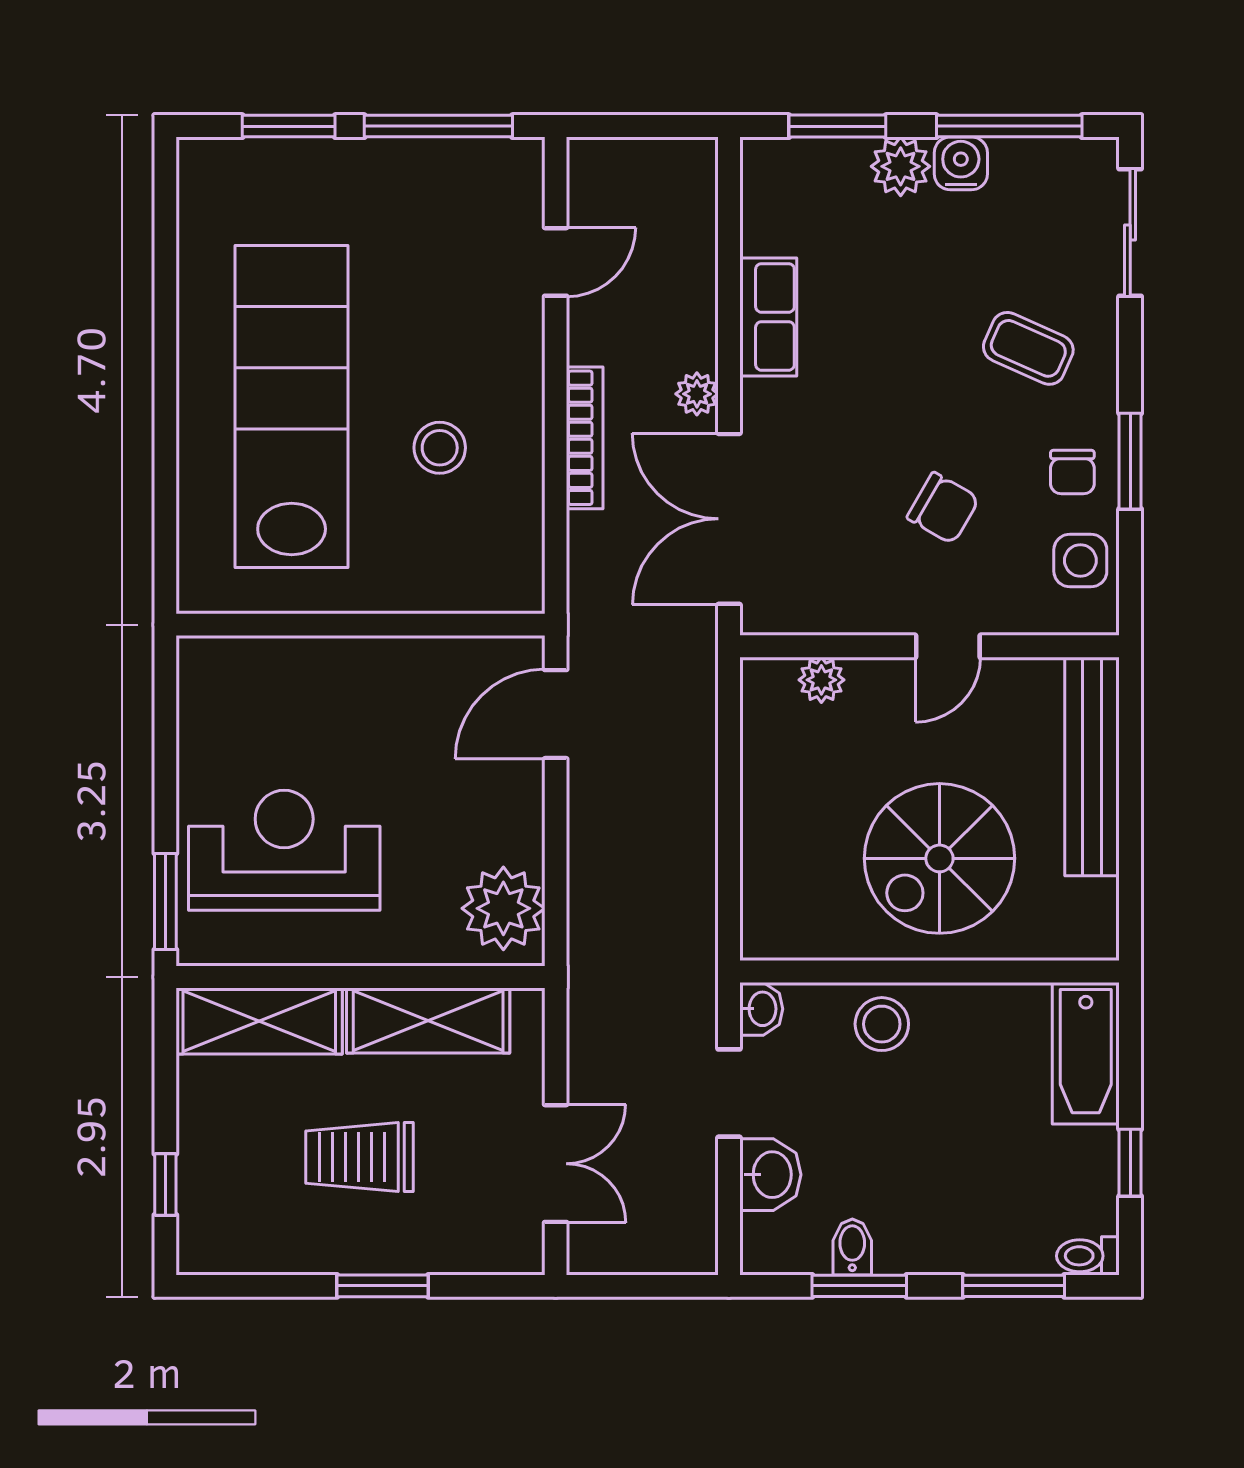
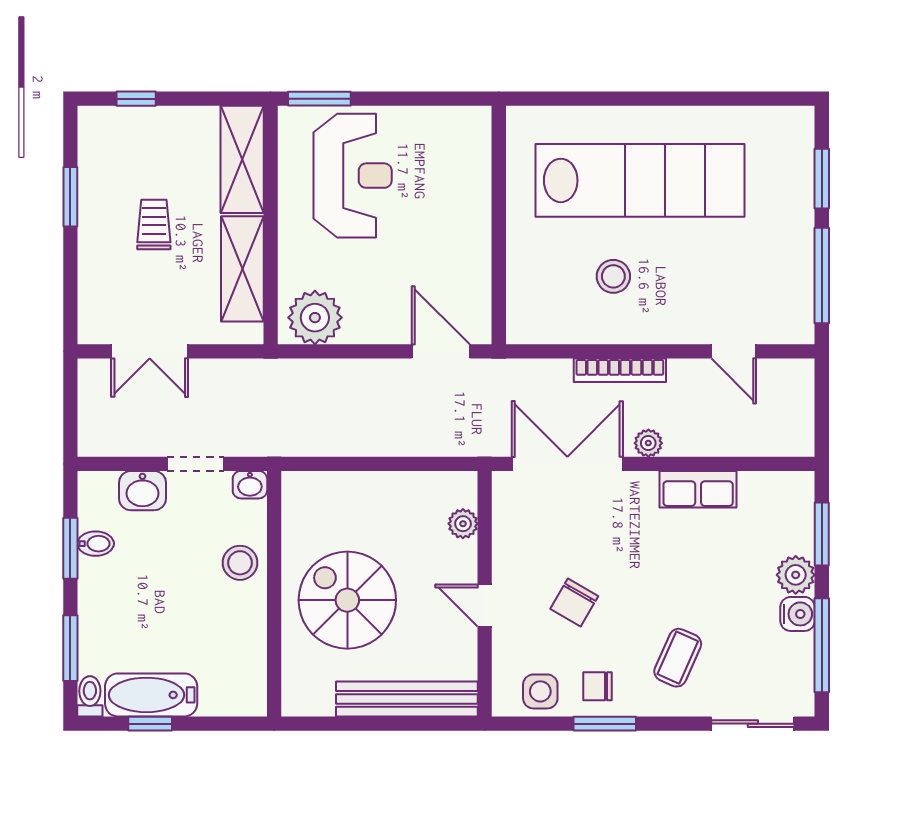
bathtub: (1086, 1053) -> (151, 695), moved
trolley: (359, 1157) -> (154, 224), width x0.73, depth x0.72
window: (383, 1286) -> (70, 197), moved

